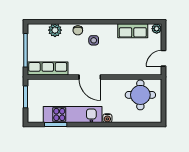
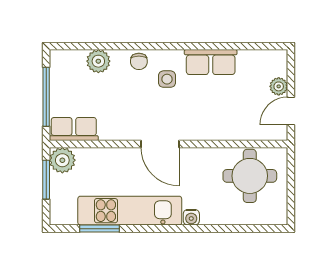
plant: (157, 29) -> (279, 86), moved
row of seats: (133, 31) -> (211, 62), moved
row of seats: (48, 68) -> (74, 129), width x0.68
plant: (35, 86) -> (62, 160), added

